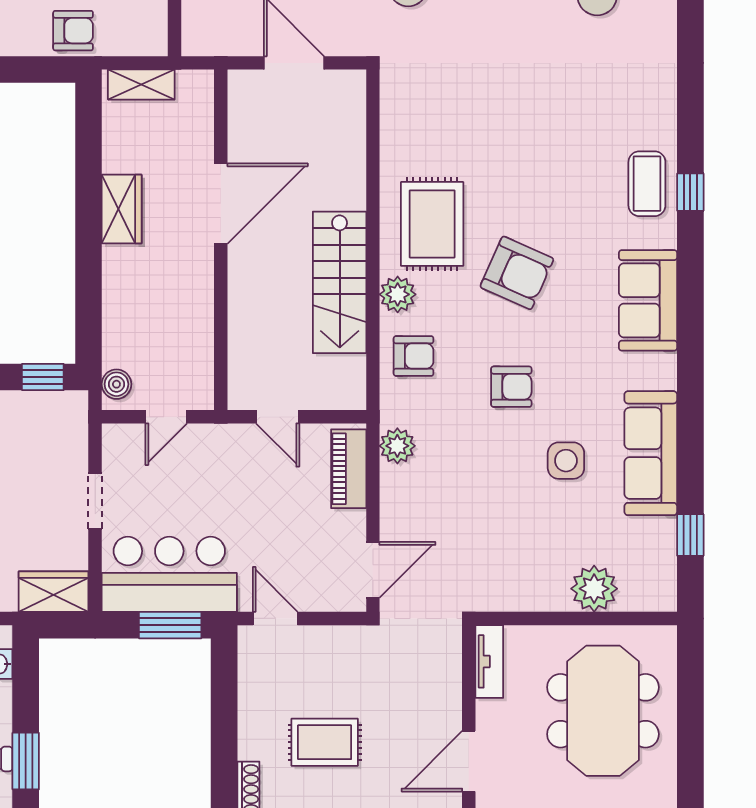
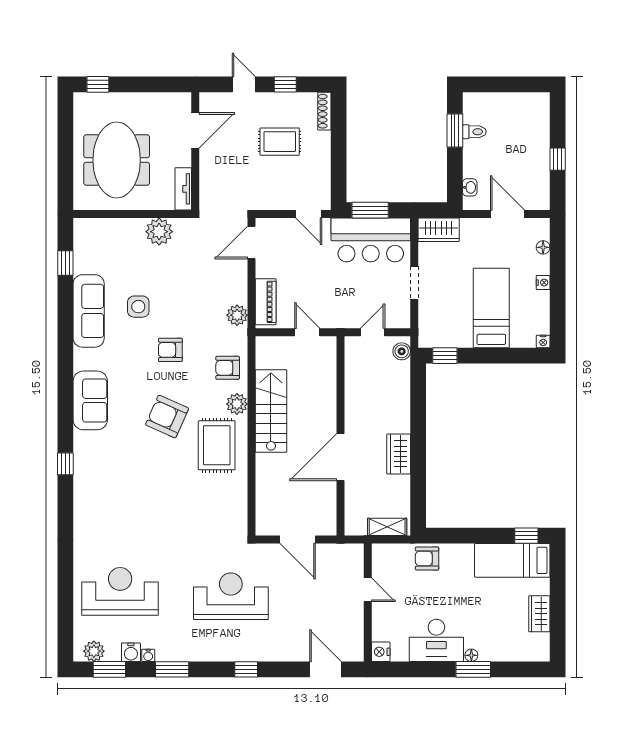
coffee table: (647, 184) -> (91, 469), removed
plant: (594, 589) -> (159, 232), moved

